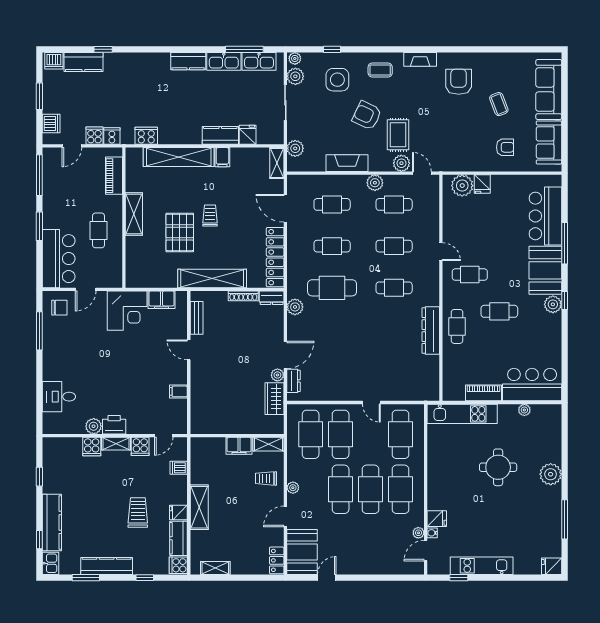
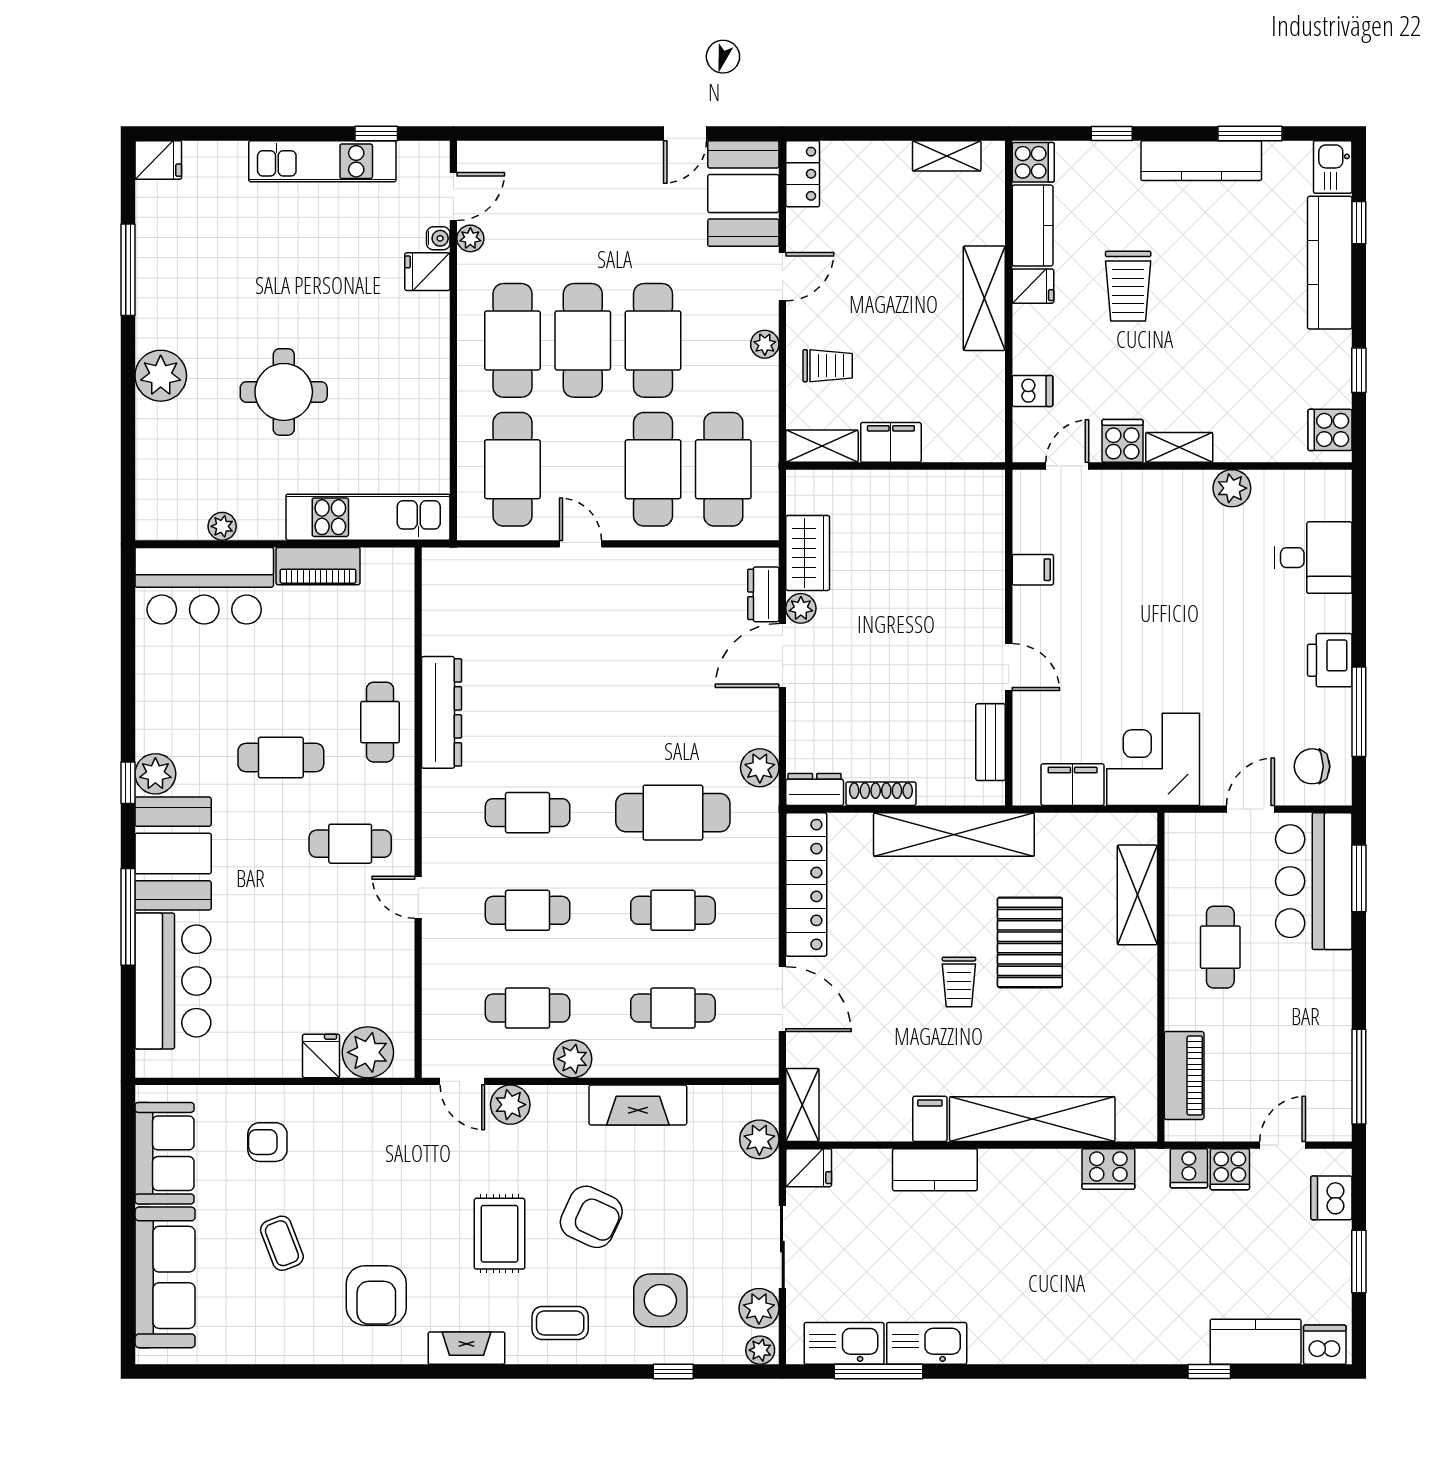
kitchen counter: (188, 61) -> (1010, 1344), removed
fridge: (248, 135) -> (809, 1168), moved, turned -90
rug: (398, 135) -> (500, 1234), moved
shelving: (134, 214) -> (1137, 895), moved
window: (39, 226) -> (1359, 878), moved
printer: (114, 425) -> (1330, 660), moved, turned 90
cooker: (92, 447) -> (1330, 430), moved, turned -90

